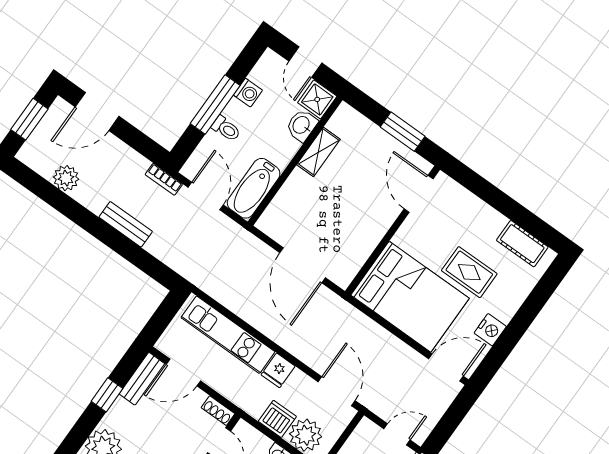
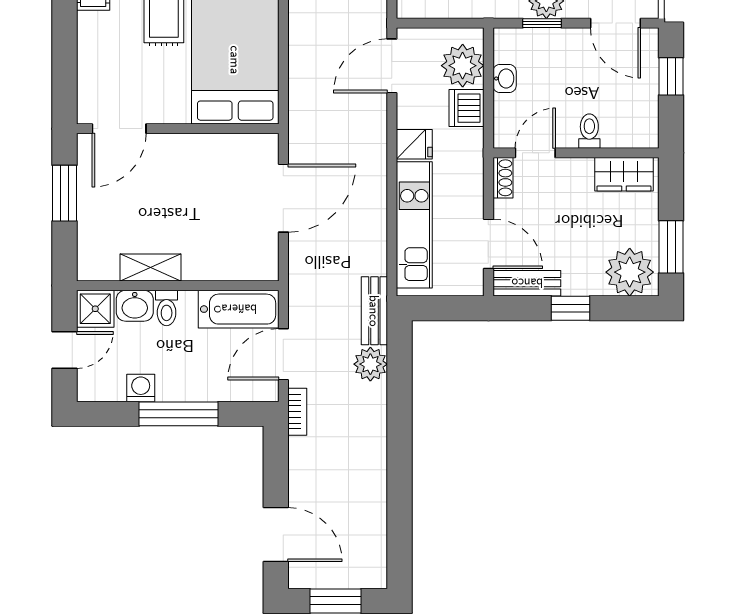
toilet: (226, 129) -> (167, 308), moved, turned 180
plant: (66, 178) -> (370, 364), moved
bench: (126, 224) -> (374, 311), moved

